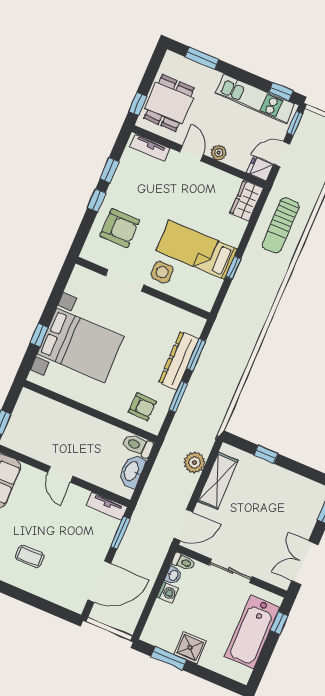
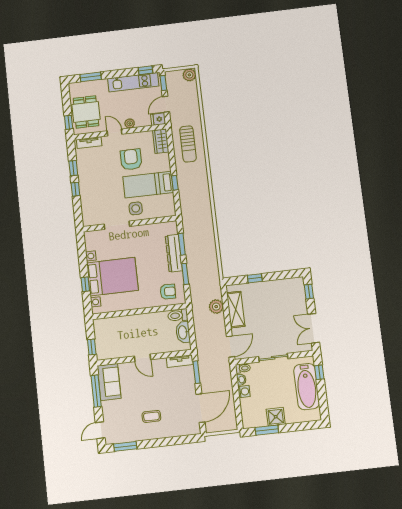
armchair: (120, 228) -> (131, 159), moved, turned -90

